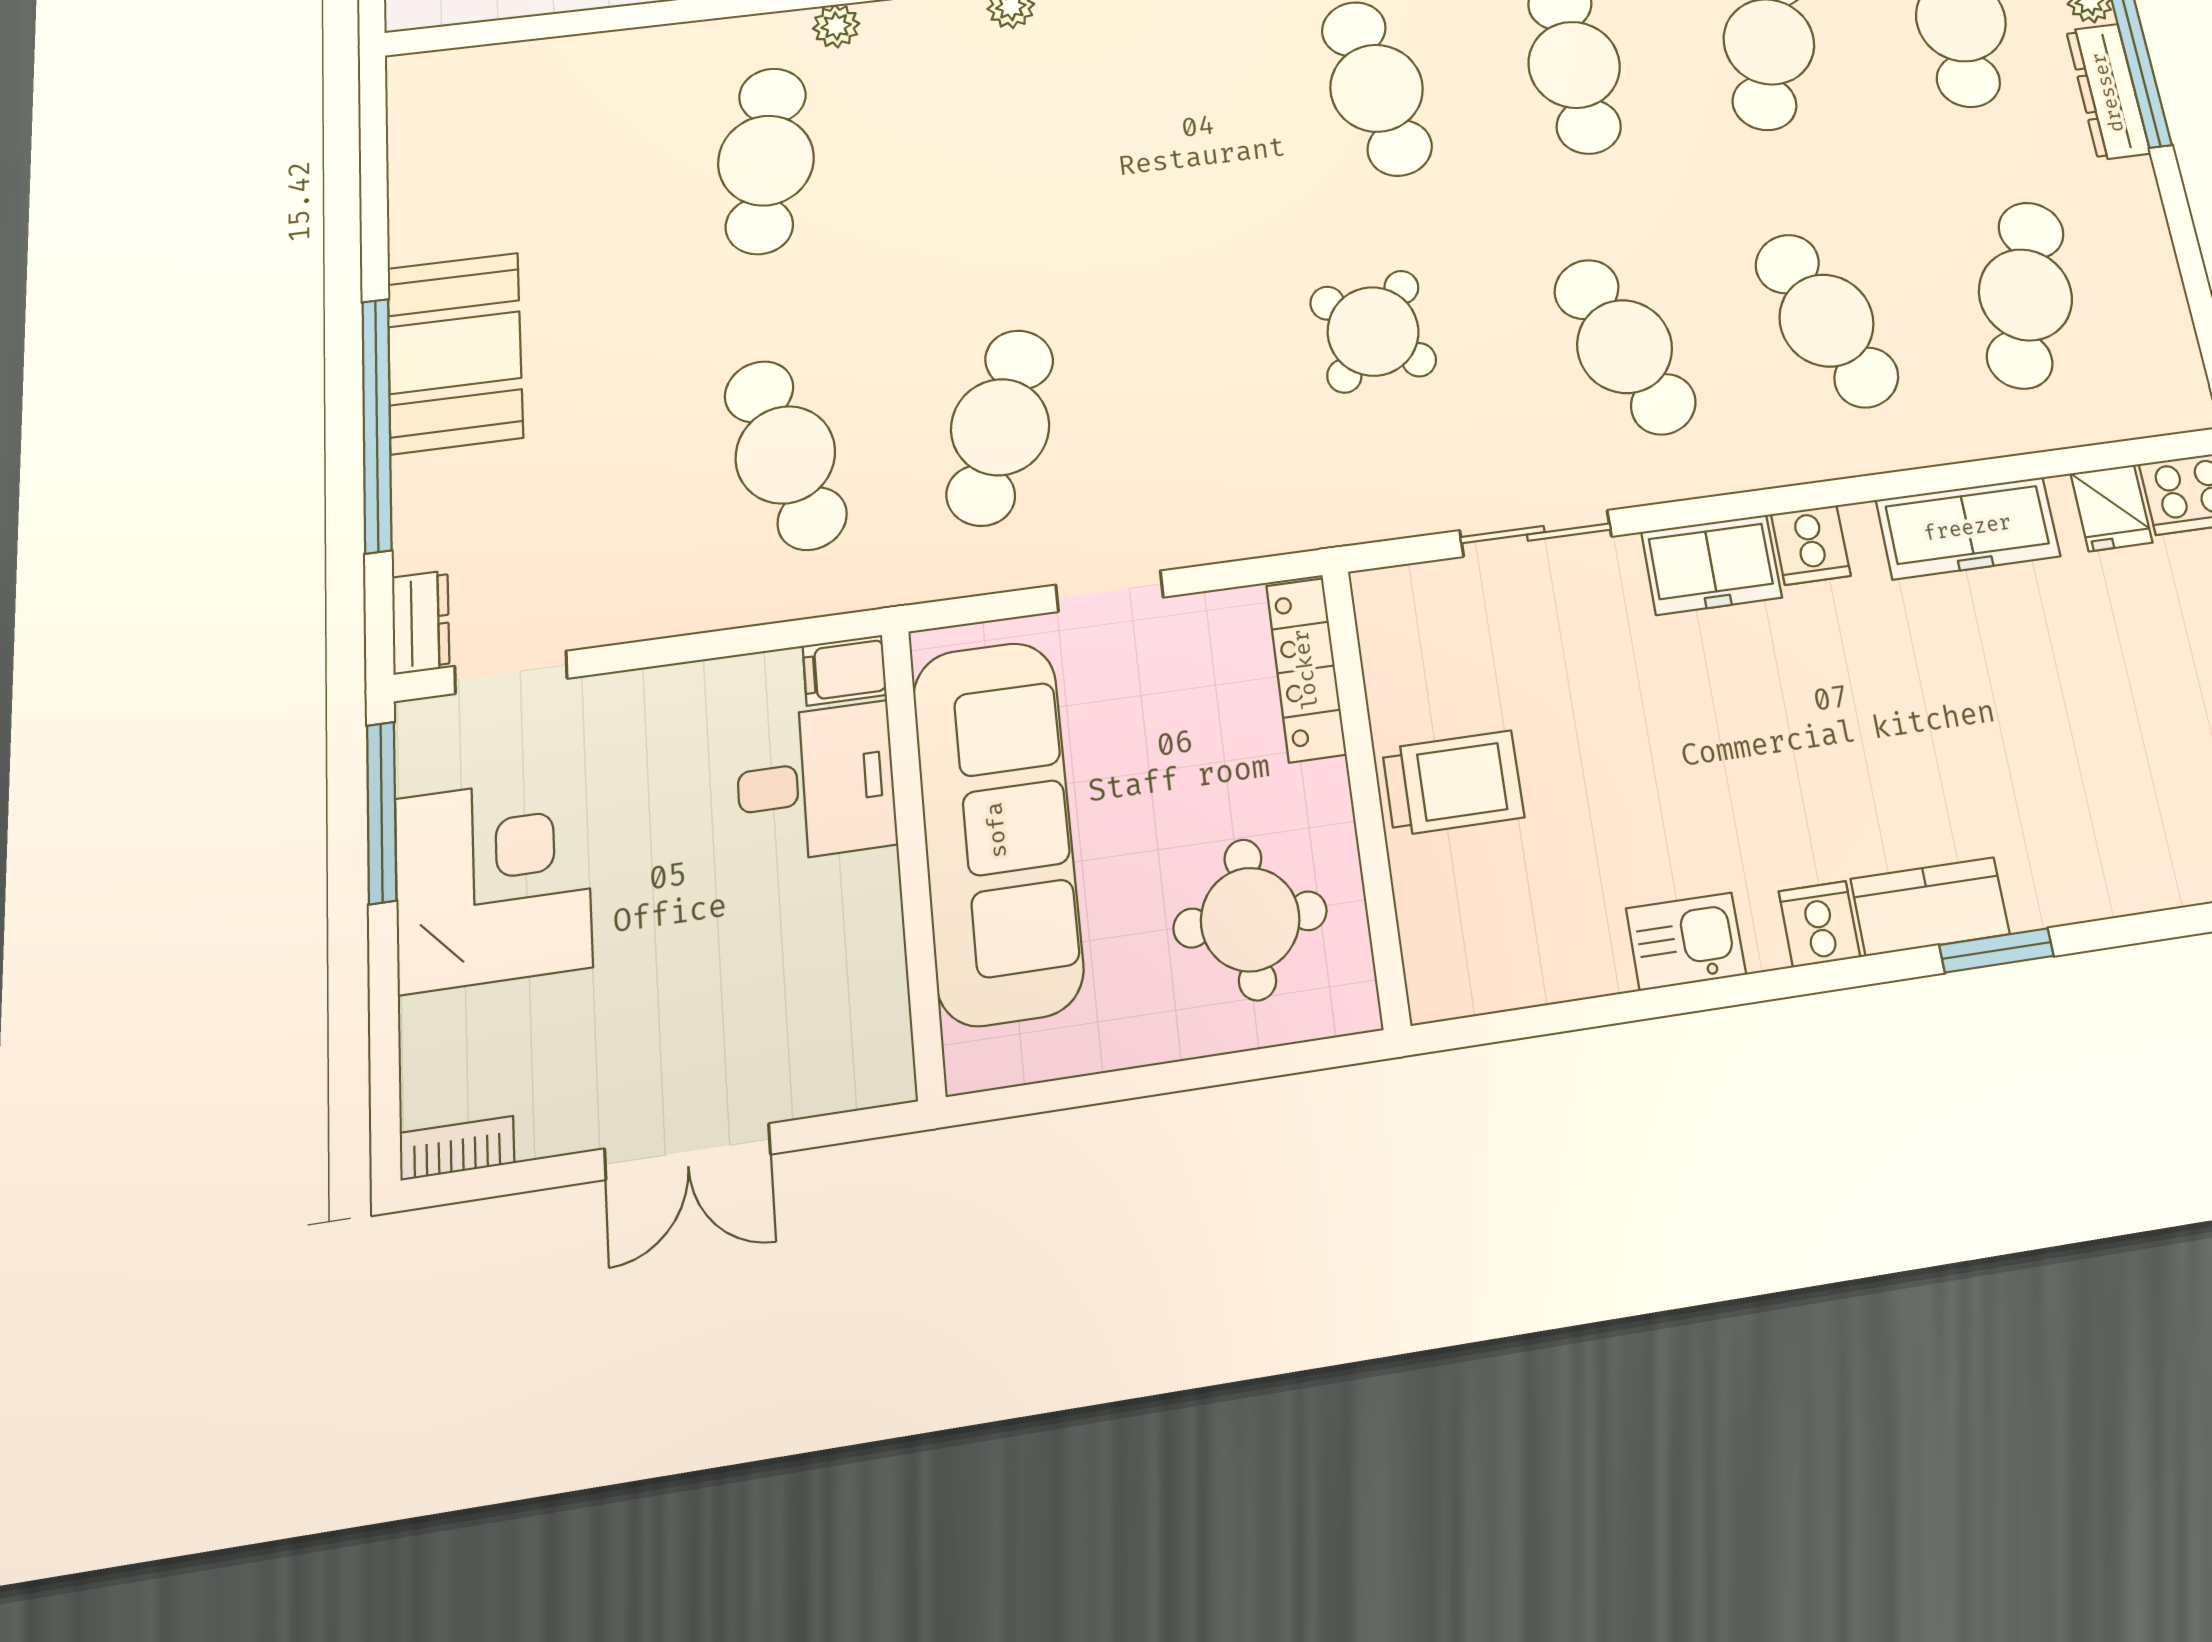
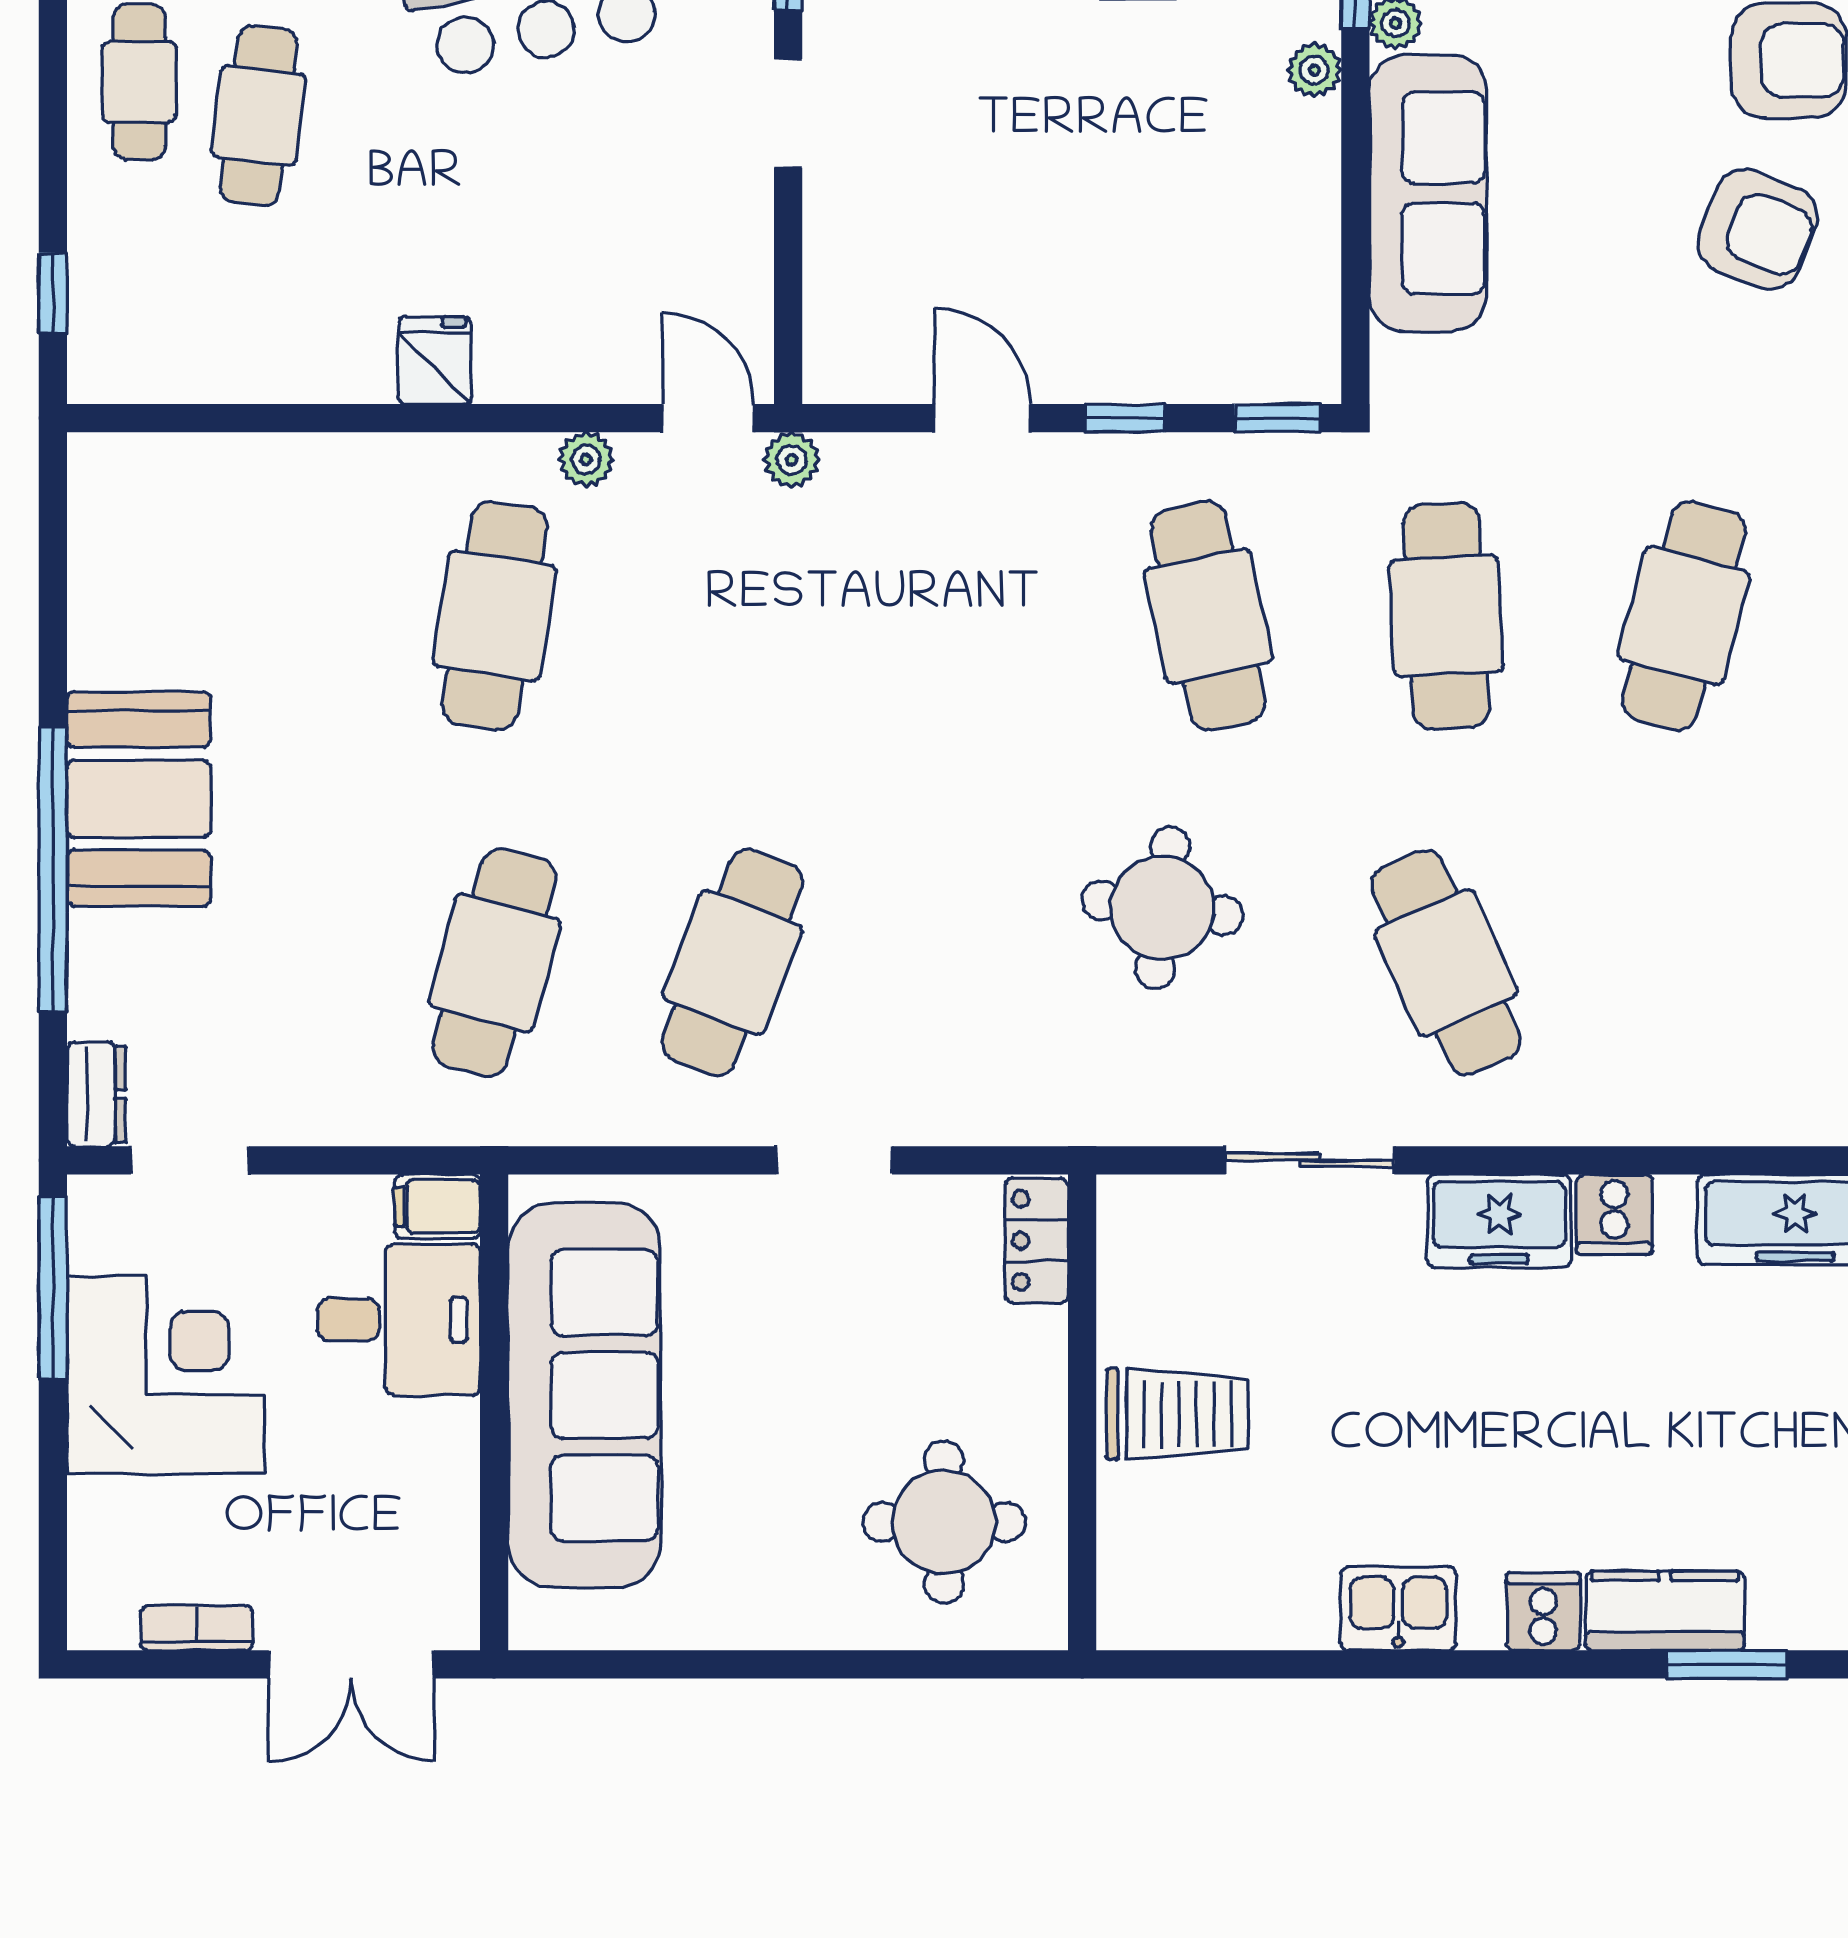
cafe table: (1826, 320) -> (1684, 963), removed
round table: (1373, 331) -> (1162, 908), turned -33
cafe table: (785, 455) -> (494, 963), turned 33
locker: (1306, 669) -> (1037, 1240), width x0.66
filing cabinet: (845, 670) -> (437, 1206), moved
desk: (816, 782) -> (399, 1320), moved
sofa: (997, 830) -> (585, 1395), moved
wall: (913, 859) -> (494, 1412), moved
bookcase: (457, 1148) -> (197, 1628), moved

